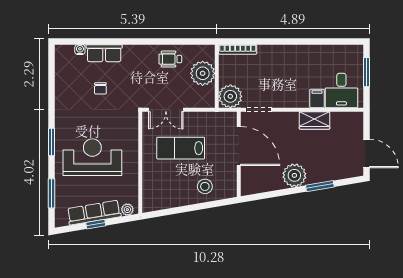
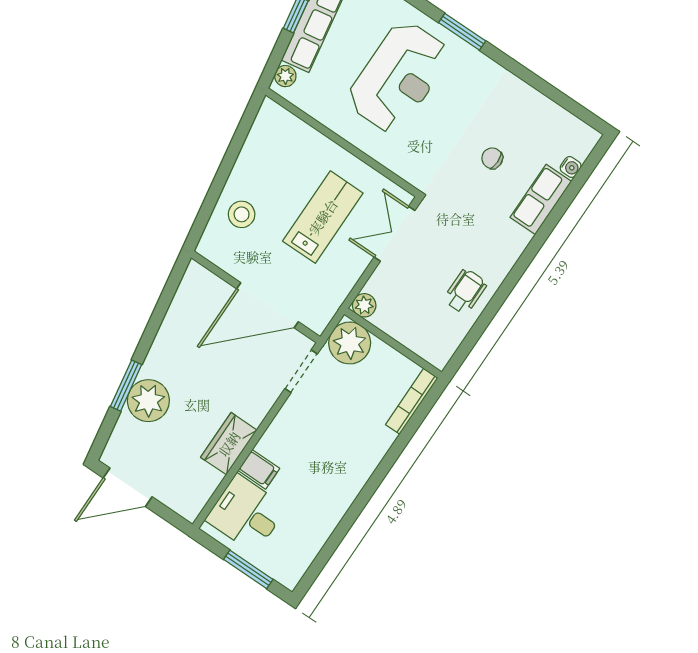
plant: (203, 73) -> (364, 305), moved, width x0.53, depth x0.53
plant: (294, 175) -> (148, 401), moved

